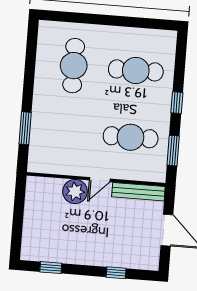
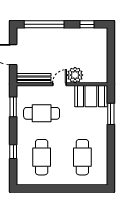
cafe table: (136, 70) -> (42, 157), turned 90
window: (177, 103) -> (13, 152), moved
booth: (53, 158) -> (91, 96), added
window: (116, 273) -> (44, 24), width x3.17

